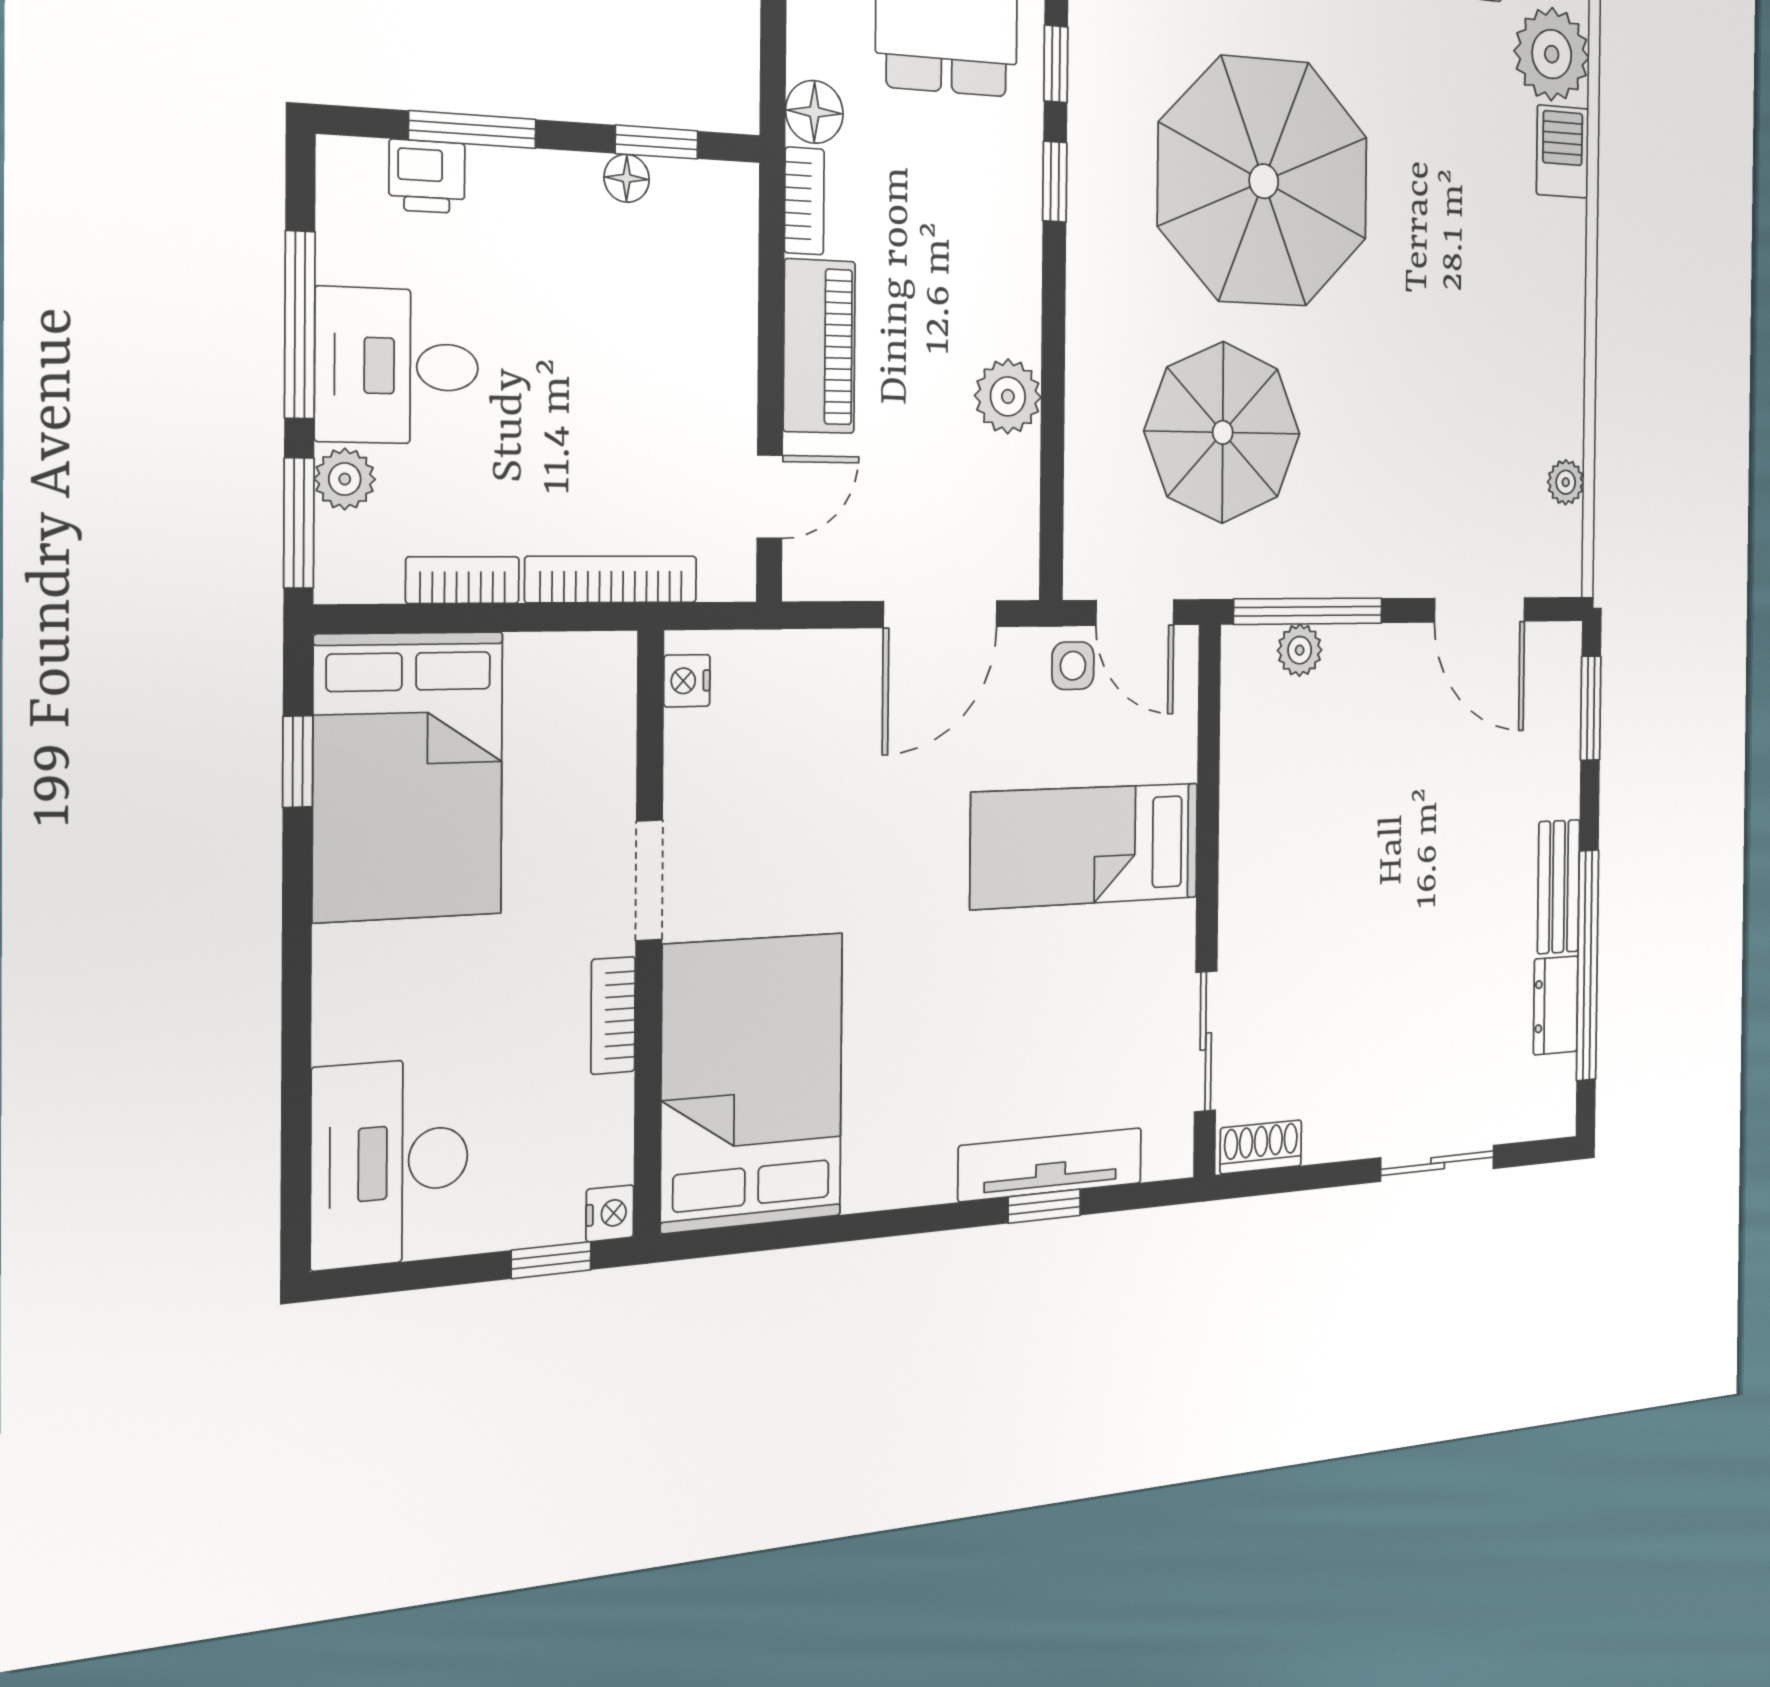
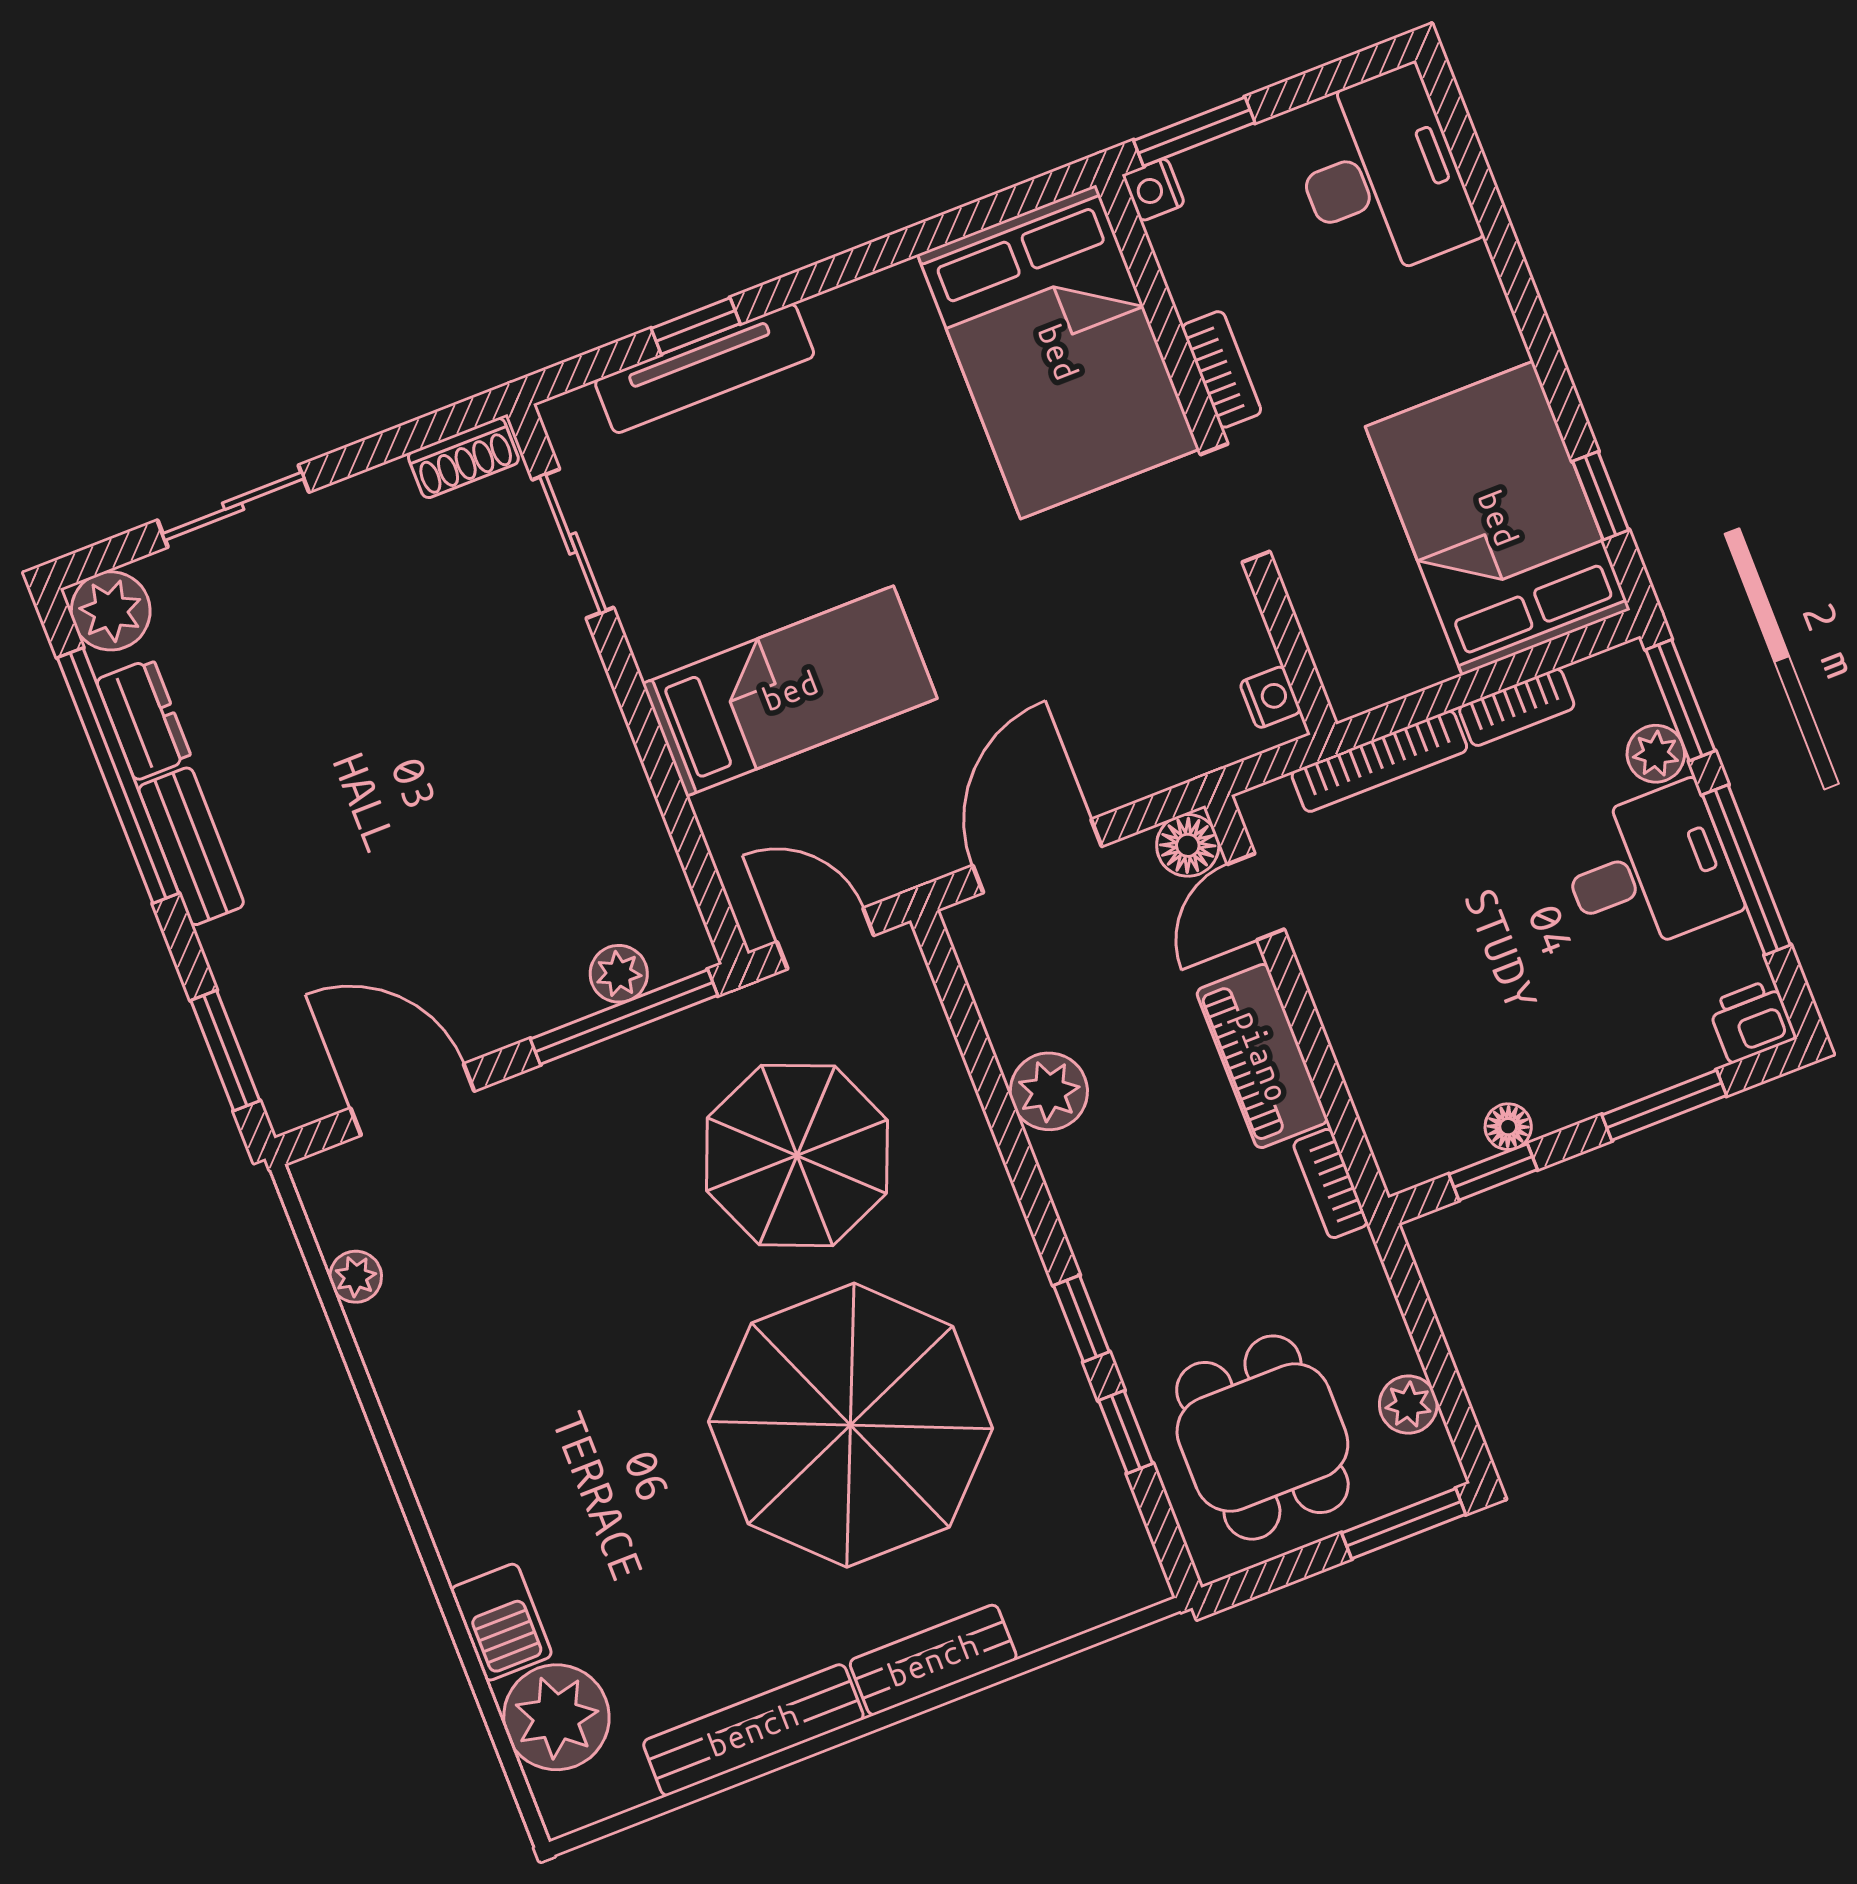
floor lamp: (814, 112) -> (1188, 845), moved
printer: (427, 176) -> (1752, 1021), moved
side table: (1073, 666) -> (874, 861), removed
plant: (1548, 1105) -> (111, 611), added
window: (551, 1260) -> (1194, 132), width x1.50

